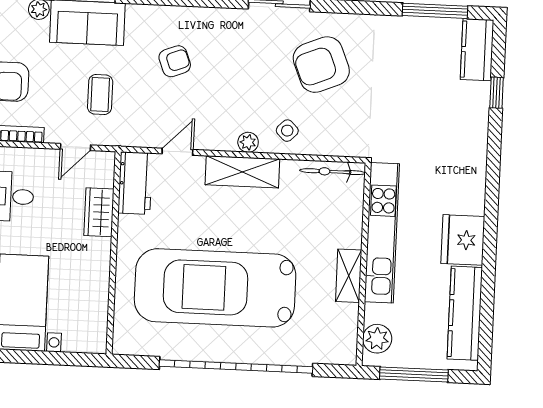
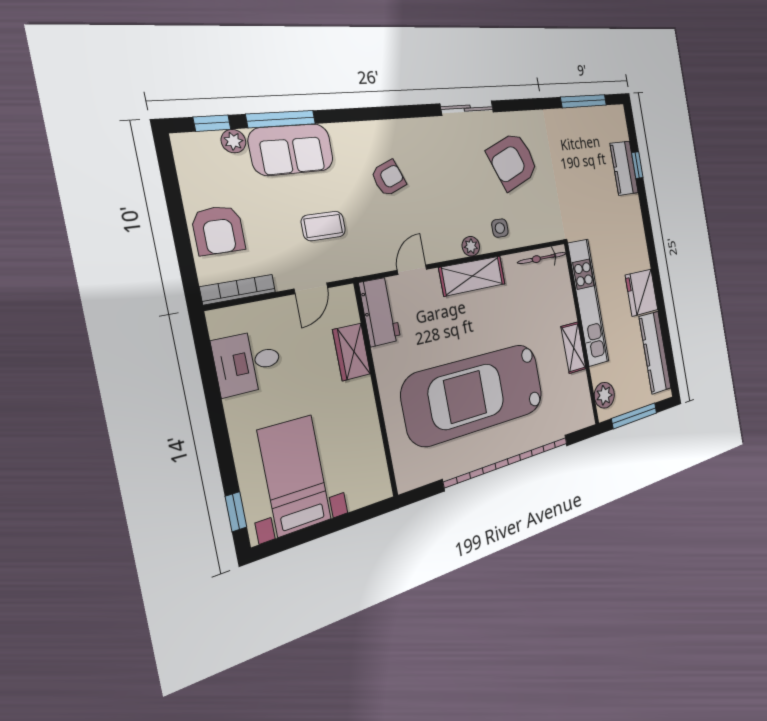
kitchen counter: (477, 50) -> (624, 168), moved
coffee table: (100, 95) -> (323, 226), turned 90
side table: (287, 131) -> (500, 228), turned 45

